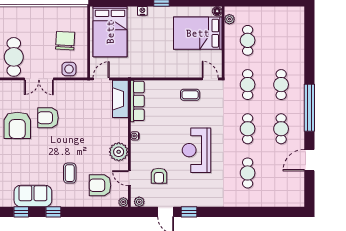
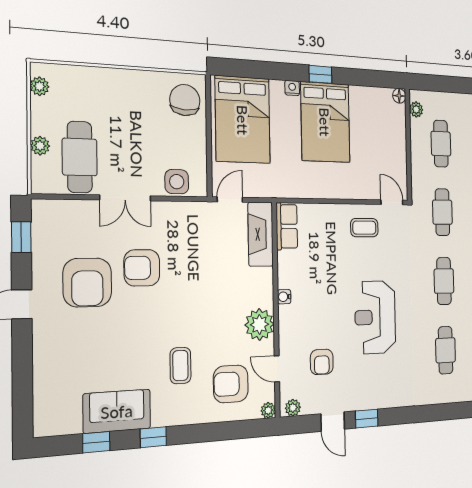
bed: (198, 33) -> (325, 122), moved, turned -90
chair: (65, 41) -> (185, 100), moved
row of seats: (137, 101) -> (287, 226), width x0.68

